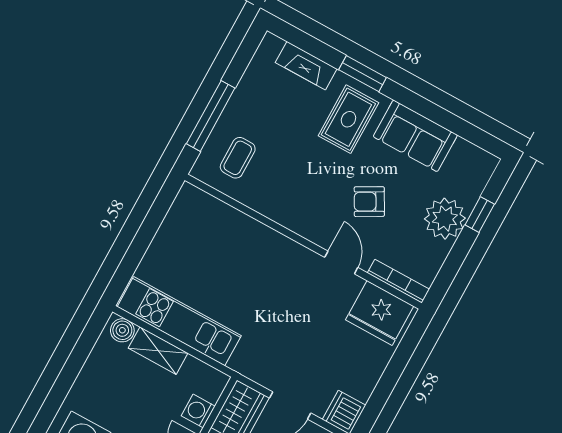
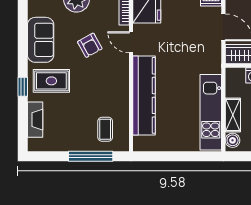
window: (363, 74) -> (23, 87), width x0.67
coffee table: (238, 158) -> (105, 129), turned 90
kitchen counter: (255, 239) -> (144, 95), added
door: (341, 262) -> (131, 42), hinge flipped

